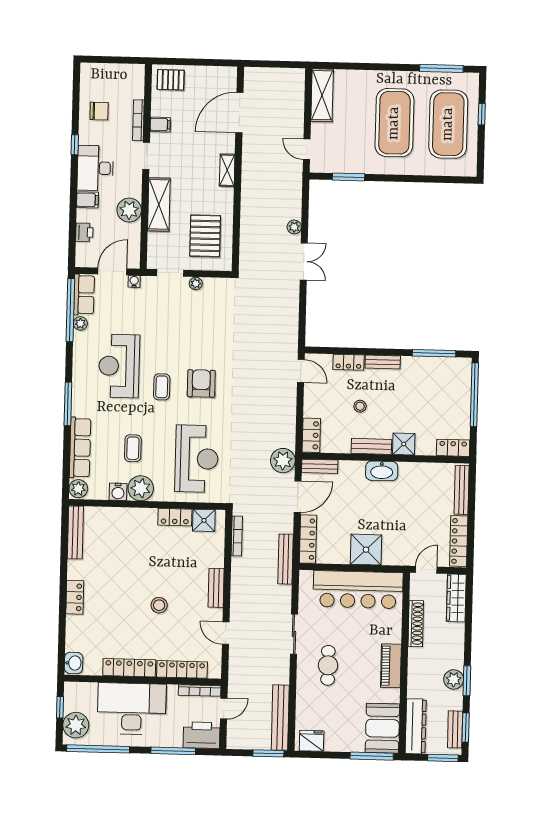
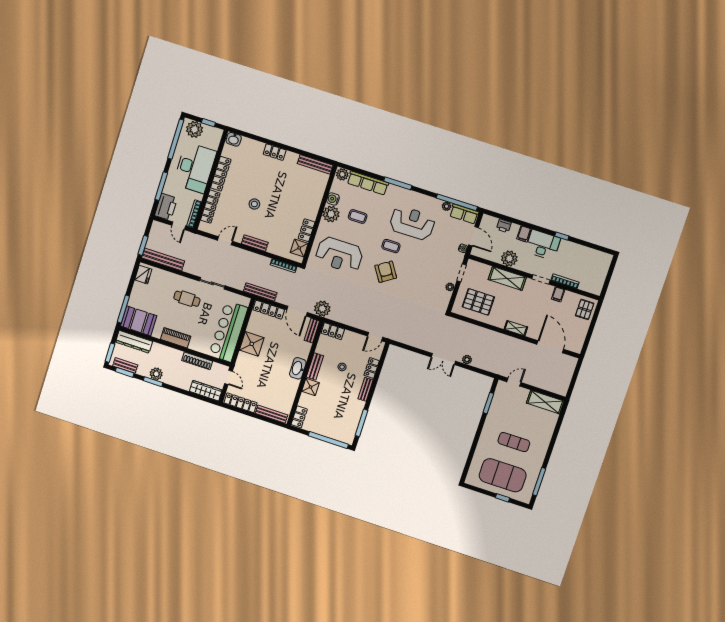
chair: (99, 111) -> (579, 258), removed
exercise mat: (394, 123) -> (514, 442), width x0.50, depth x0.69
armchair: (201, 383) -> (386, 272), turned -123

